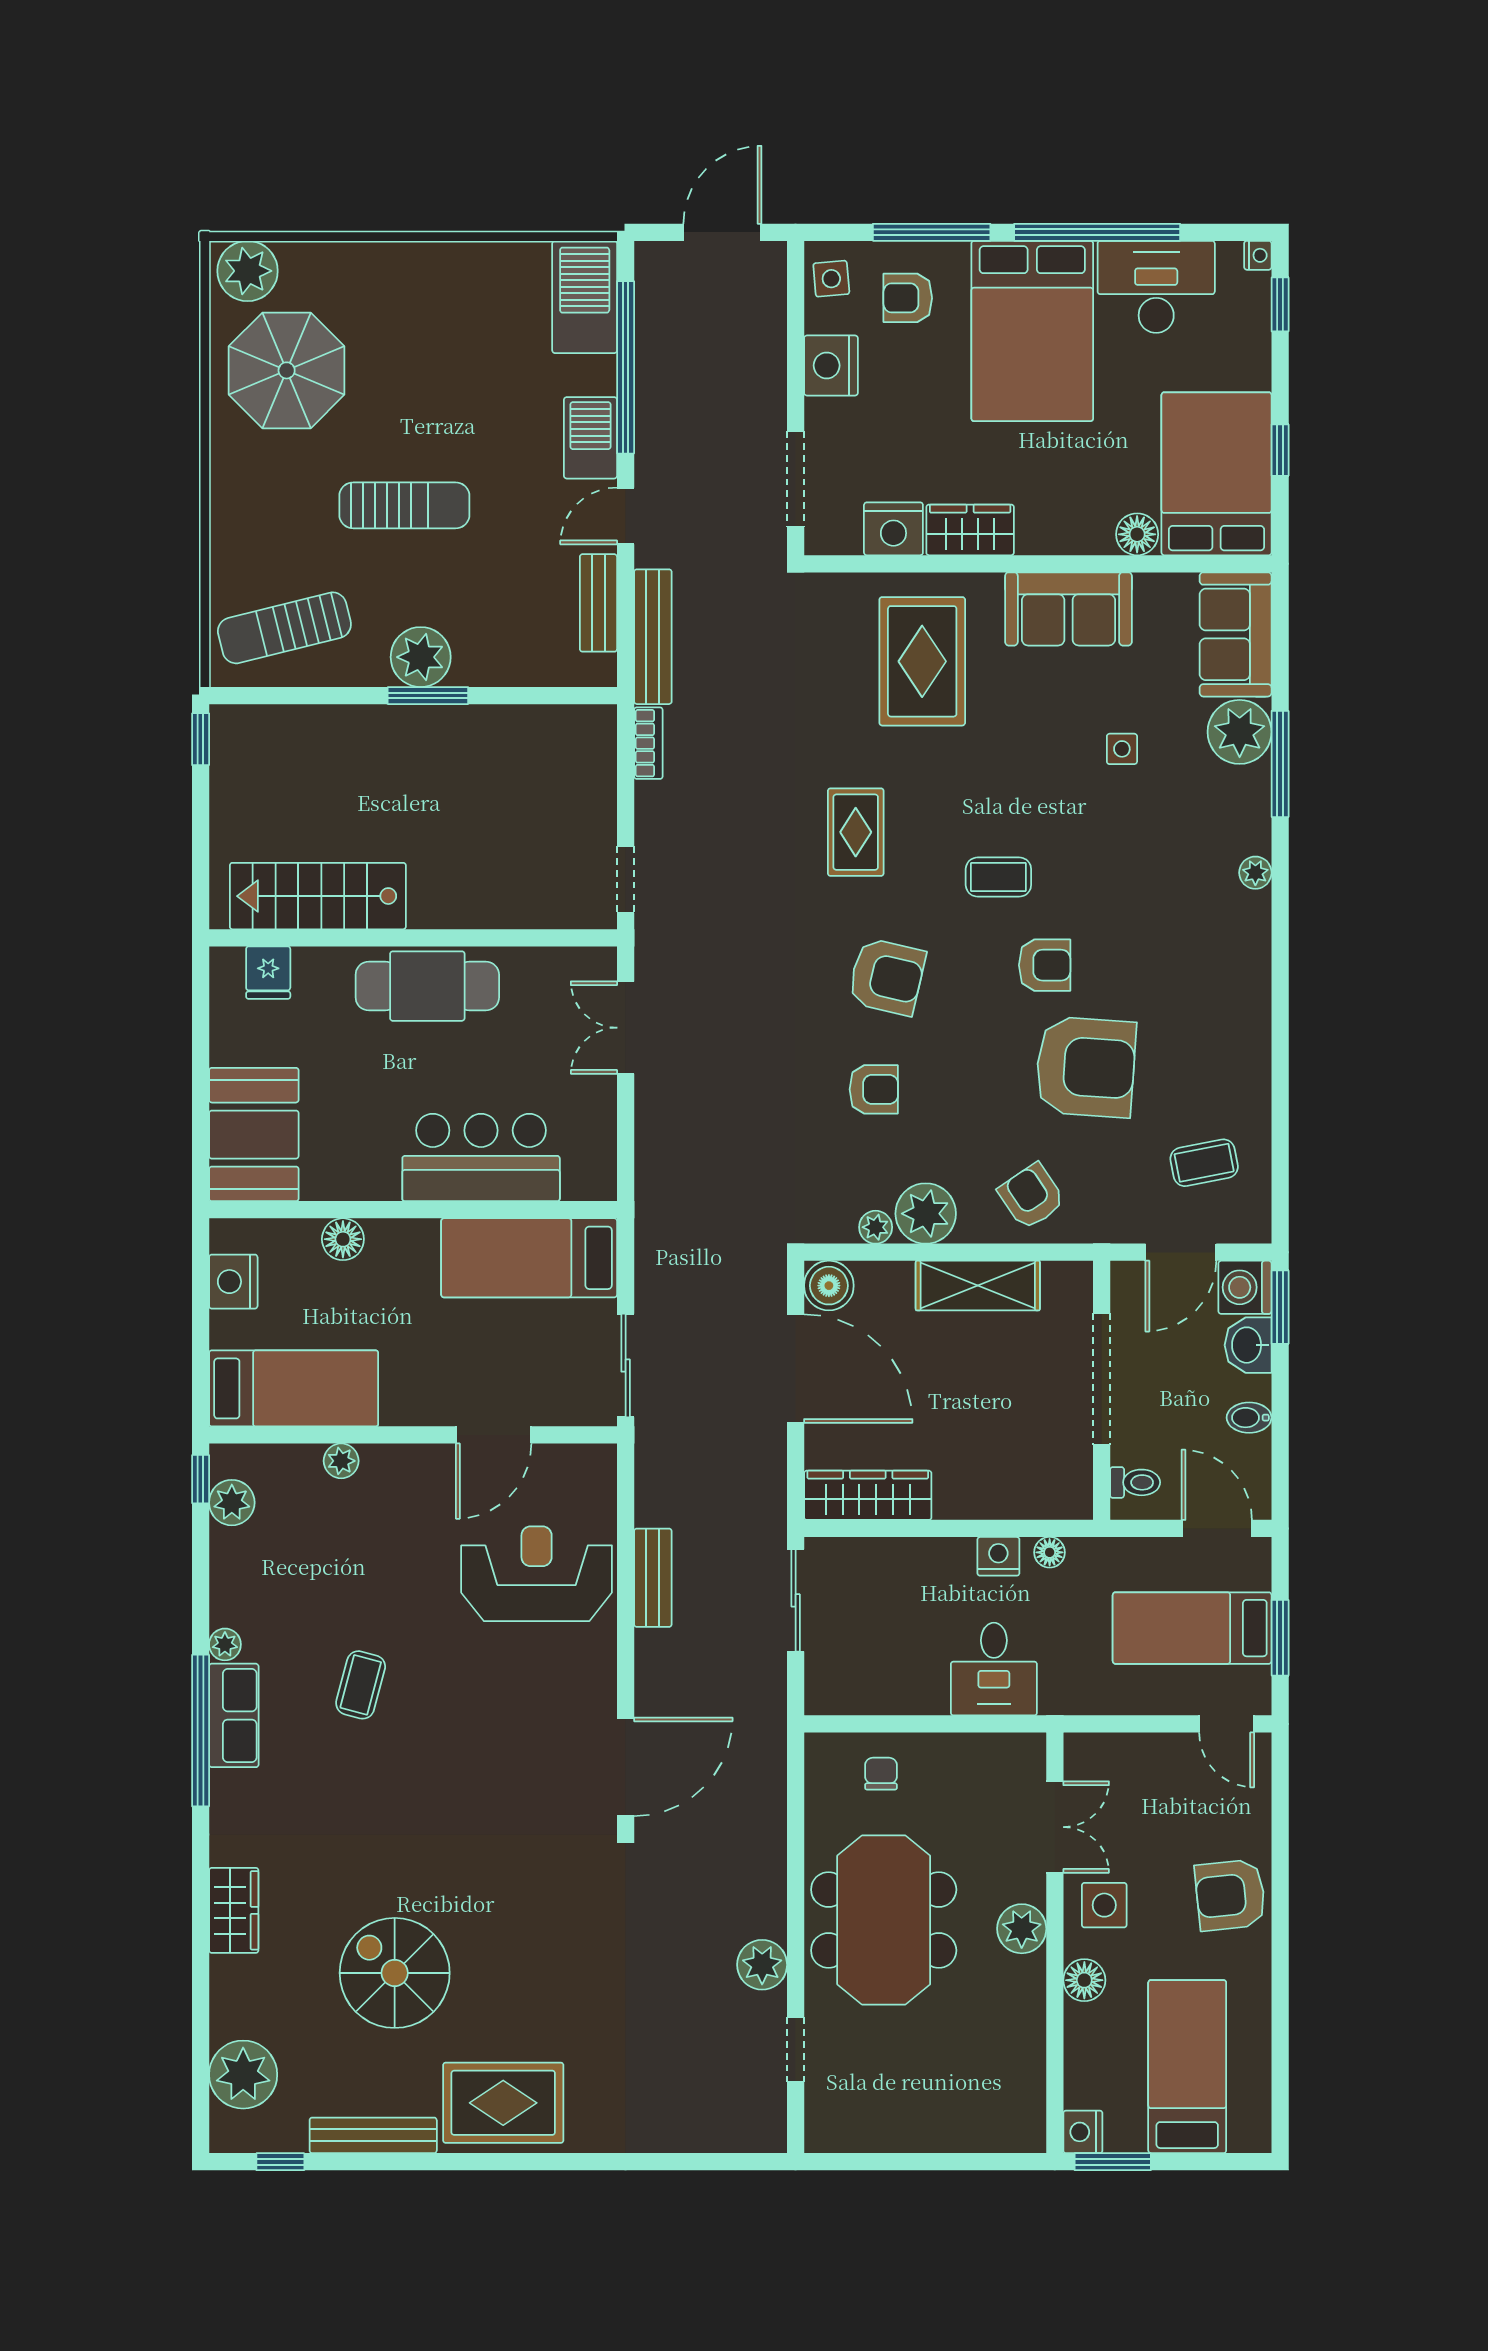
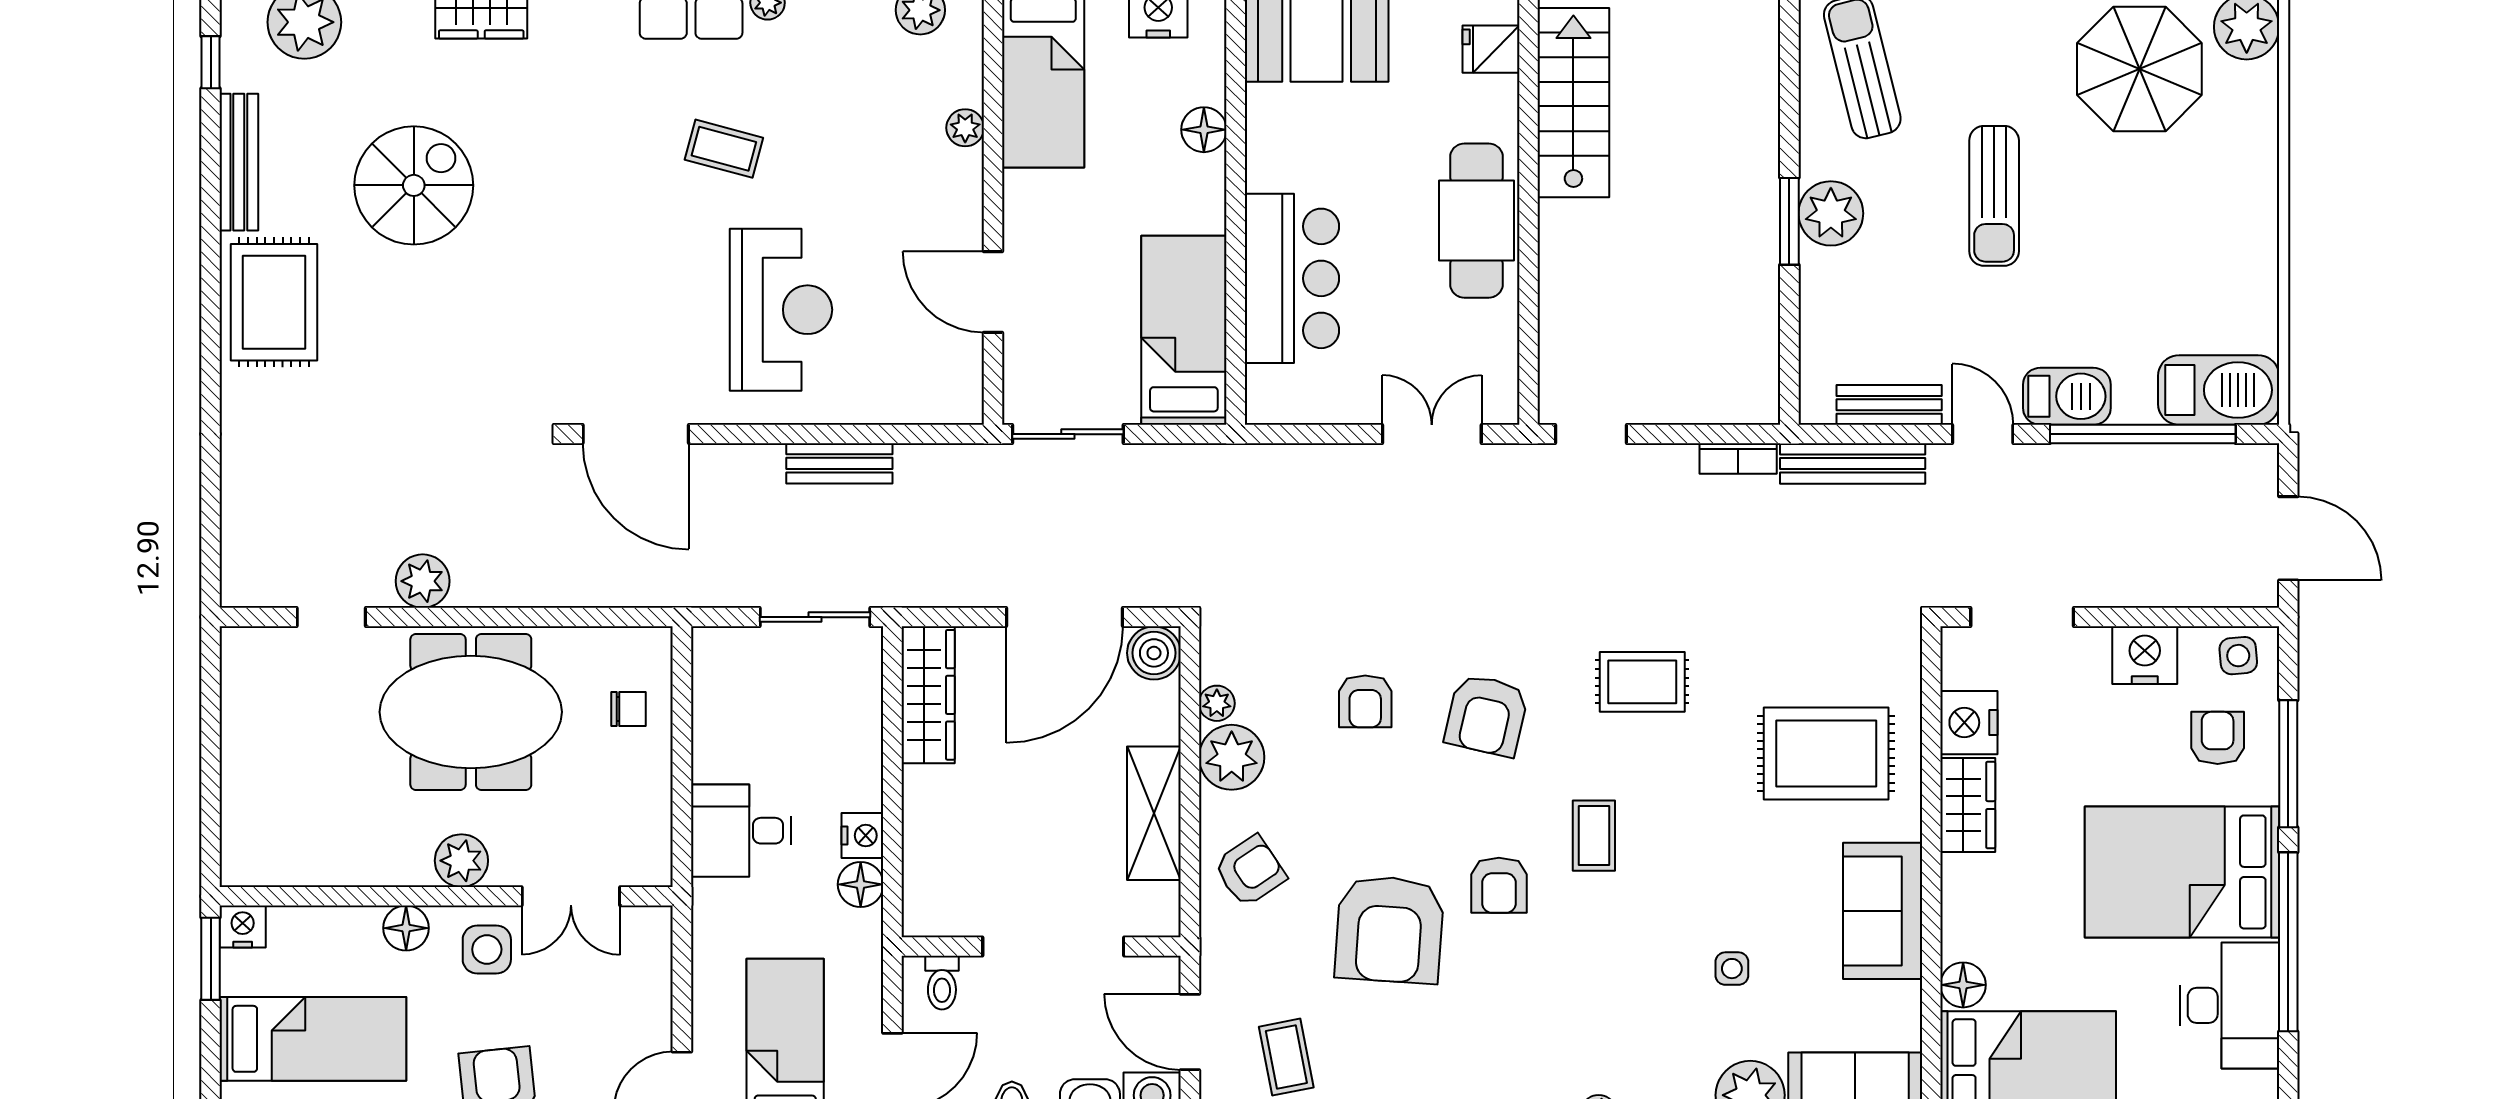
floor lamp: (1050, 1552) -> (861, 884), width x1.37, depth x1.37
reception desk: (537, 1574) -> (781, 310), moved

